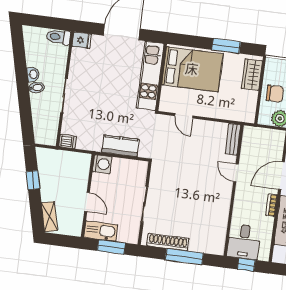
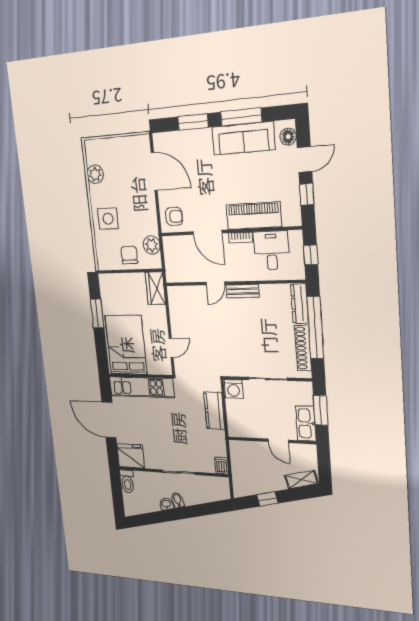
fridge: (82, 40) -> (131, 456), width x1.88, depth x1.34
wardrobe: (252, 75) -> (155, 288), moved, turned 90
bench: (233, 139) -> (243, 291), moved
washing machine: (102, 164) -> (234, 389), moved, turned 180
door: (87, 202) -> (278, 441), swing flipped
desk: (244, 242) -> (271, 250), moved, turned -90
dresser: (207, 247) -> (300, 304), added
window: (184, 256) -> (315, 328), width x1.46

